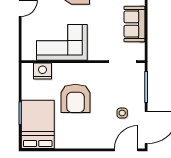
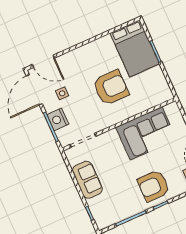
nightstand: (43, 71) -> (58, 119), moved, turned 90
armchair: (75, 98) -> (111, 88), turned 90
door: (126, 150) -> (43, 61), hinge flipped

